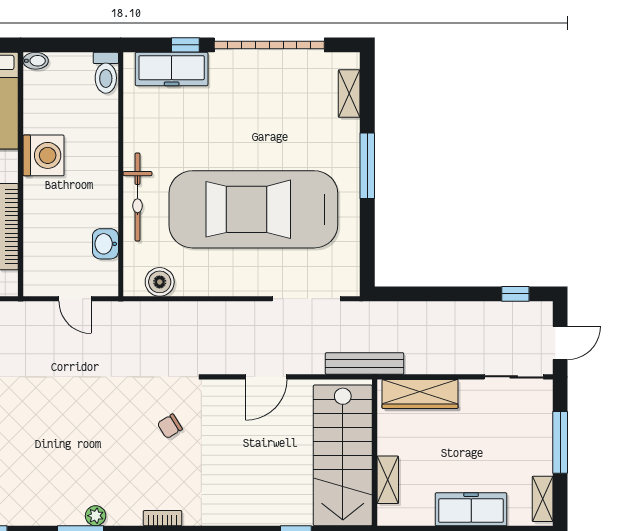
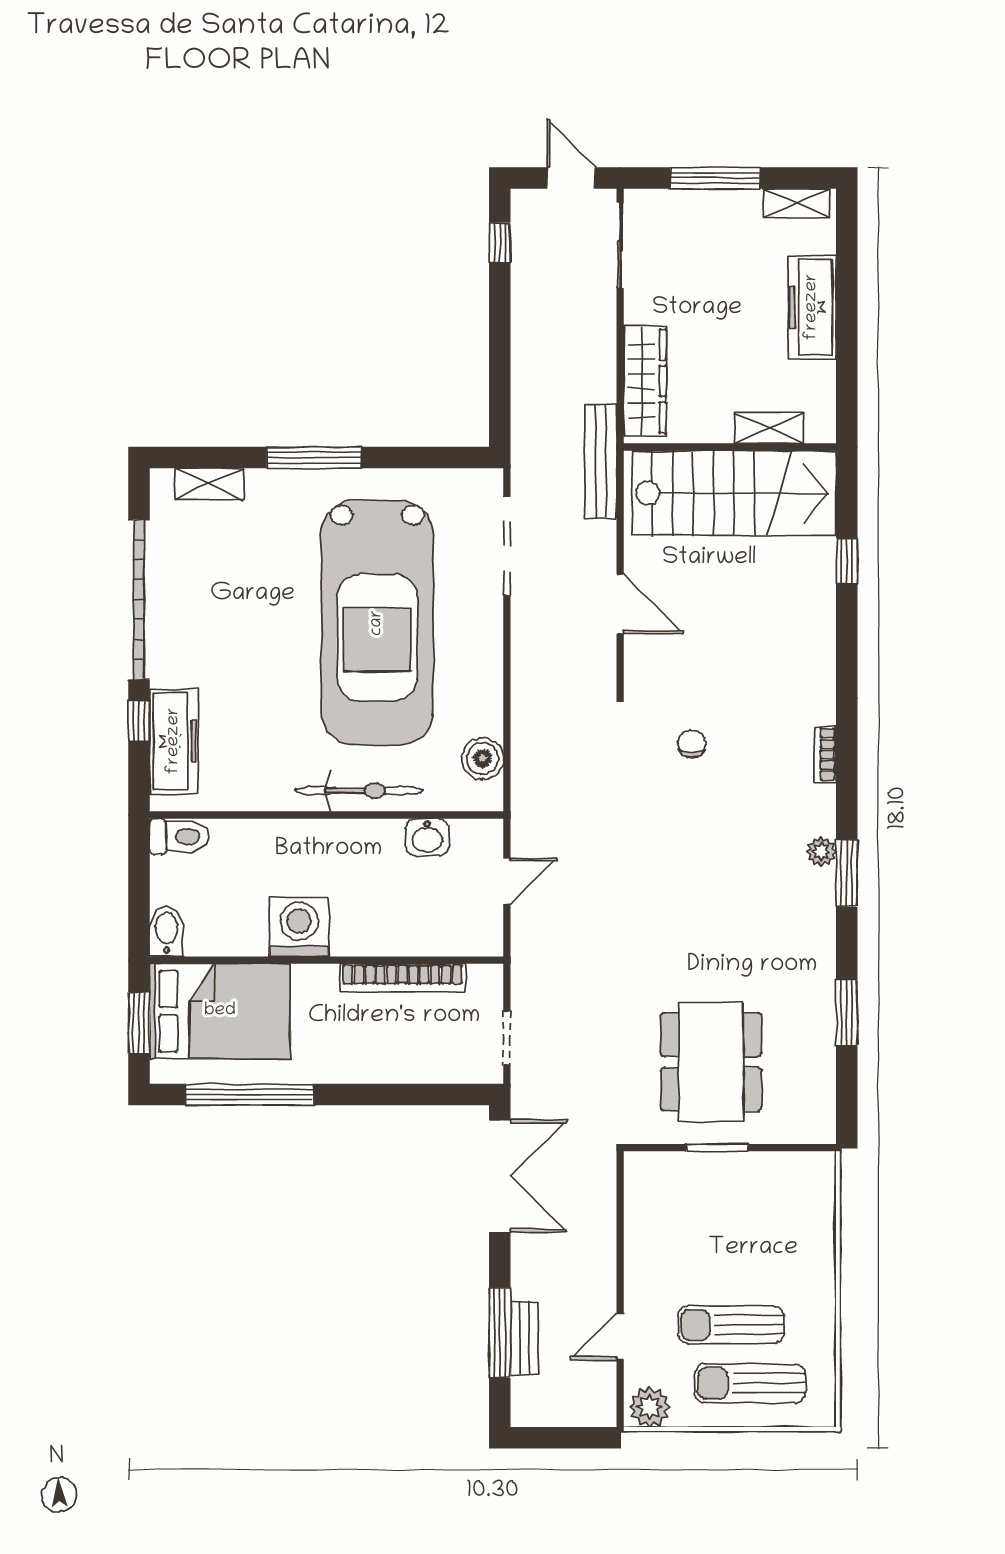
bidet: (36, 61) -> (167, 932), width x1.38, depth x1.36
chair: (170, 426) -> (692, 744), turned -148

